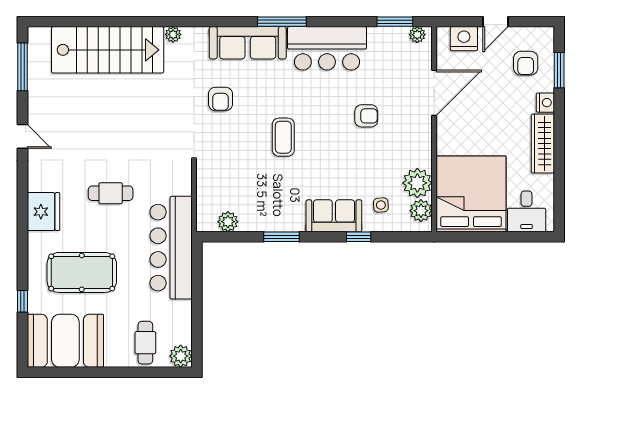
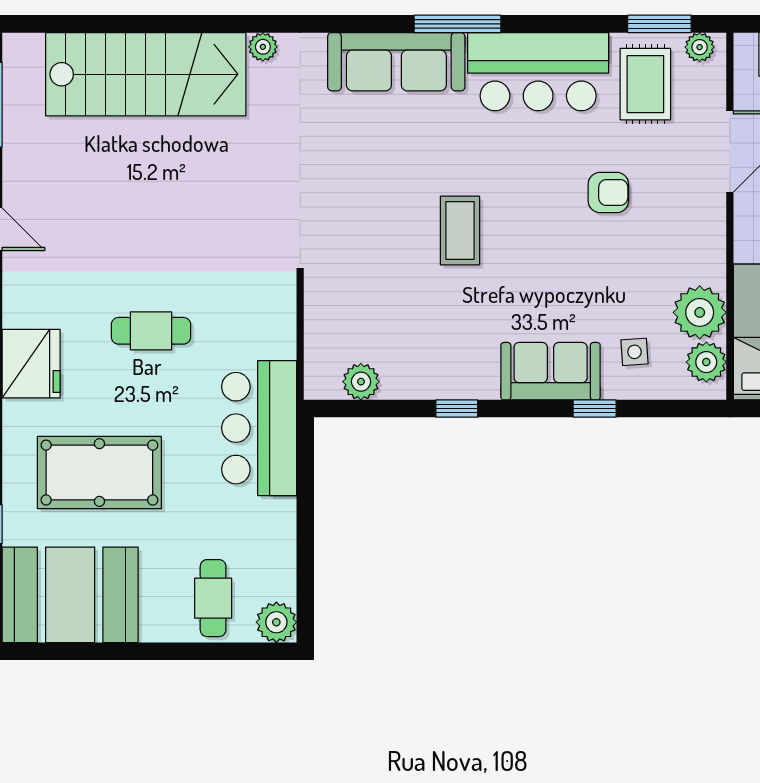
rug: (387, 55) -> (645, 84), added
armchair: (220, 99) -> (348, 162), removed
window: (282, 237) -> (457, 409), width x0.67
bar counter: (171, 248) -> (259, 428), width x0.73

